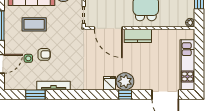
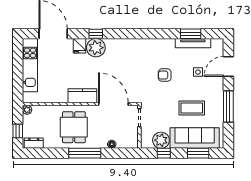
armchair: (44, 54) -> (165, 75), moved
fridge: (109, 83) -> (80, 46), moved
tv unit: (54, 86) -> (193, 43), moved

